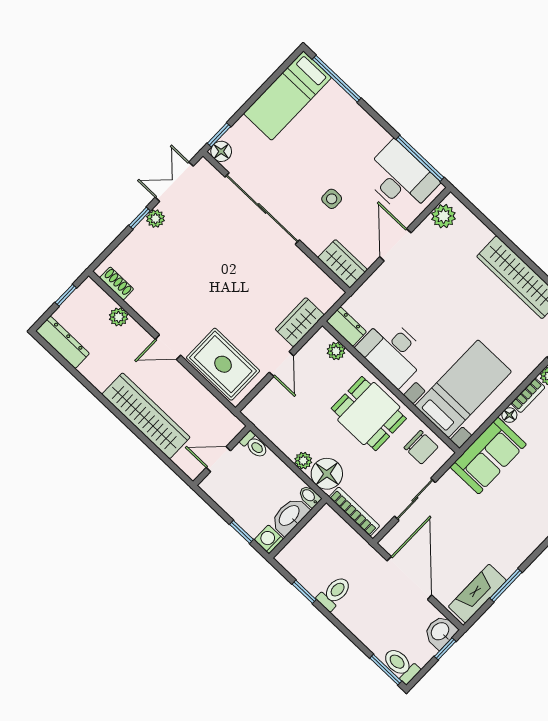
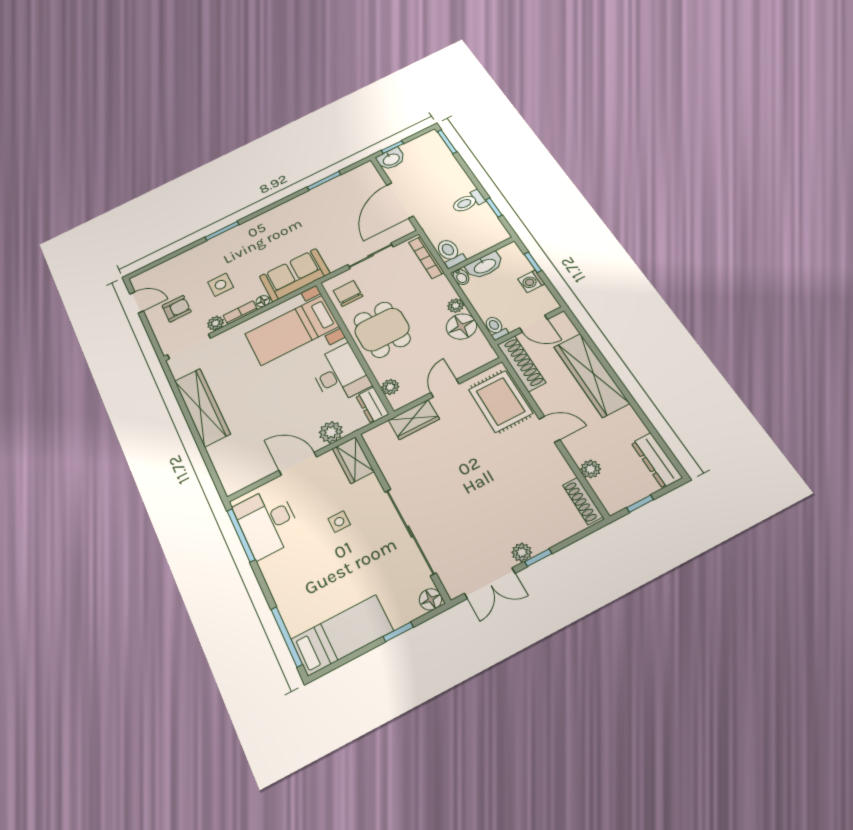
window: (219, 135) -> (398, 632), moved
plant: (443, 216) -> (331, 432), moved
door: (395, 245) -> (298, 464), swing flipped
shoe rack: (117, 283) -> (583, 501), width x1.43
shoe rack: (216, 411) -> (521, 364), added
floor lamp: (327, 474) -> (461, 326), moved
washing machine: (269, 539) -> (531, 281), moved, turned 90
fireplace: (477, 594) -> (349, 179), removed
toilet: (401, 665) -> (450, 253), moved, turned 180

